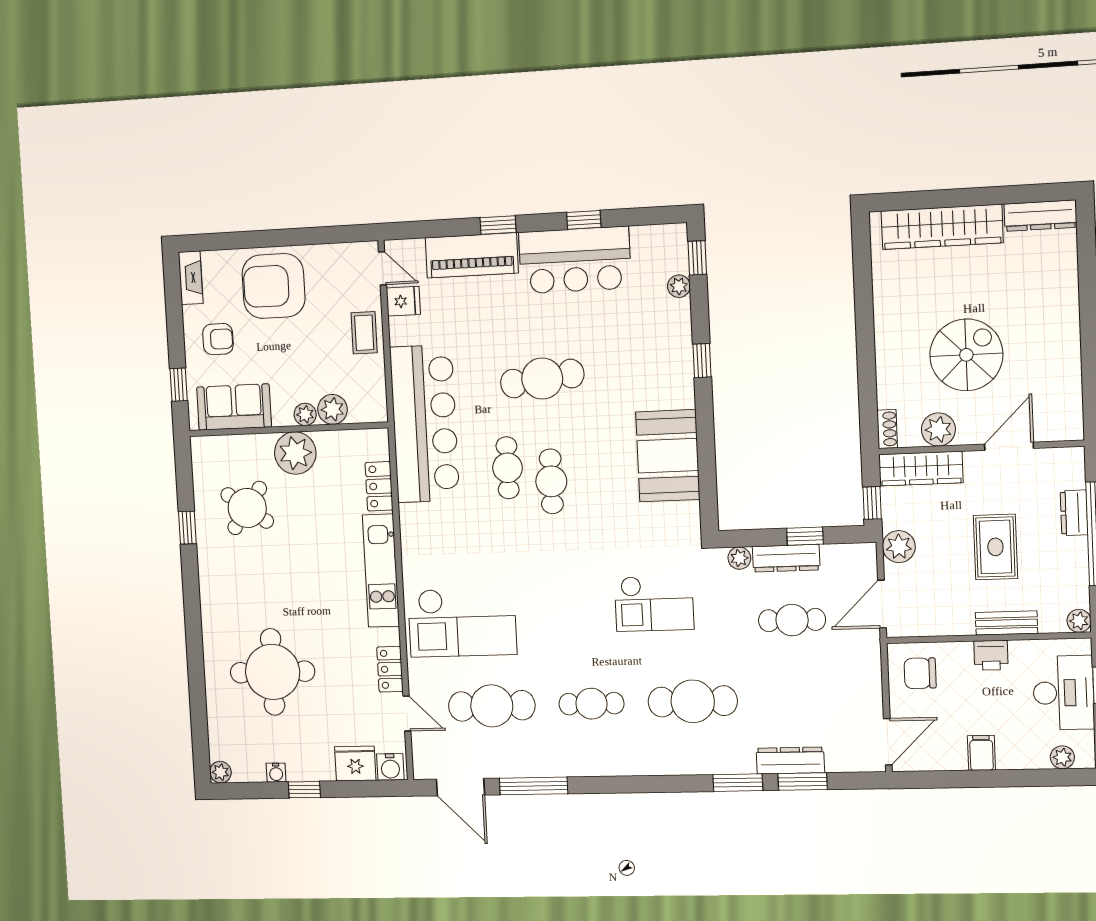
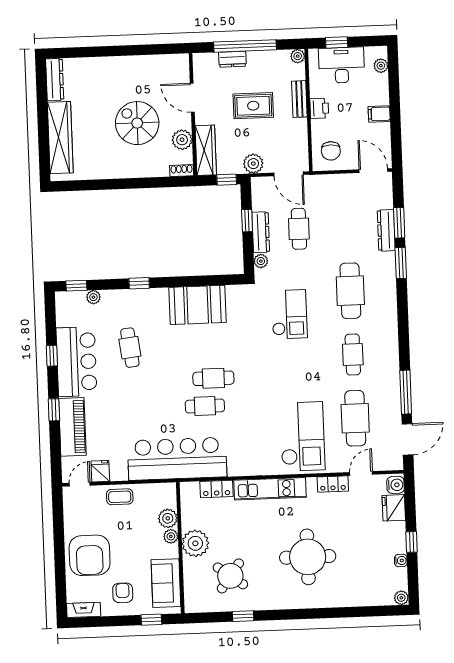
cafe table: (542, 379) -> (130, 348), moved, width x0.73, depth x0.74
round table: (273, 672) -> (308, 557), moved

